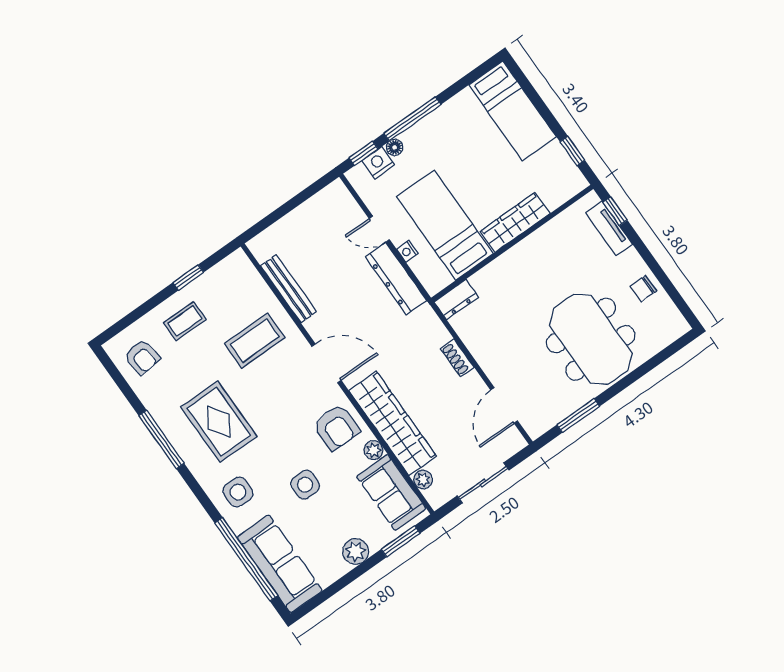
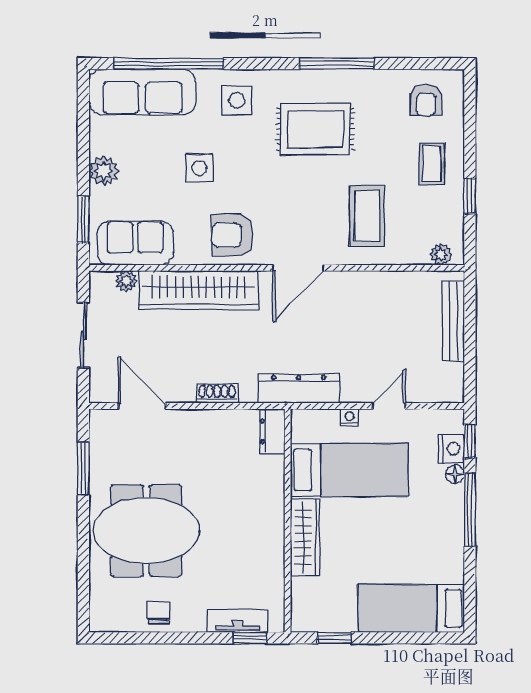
dresser: (396, 279) -> (299, 389), moved
bench: (289, 289) -> (453, 321), moved, turned 90
armchair: (142, 357) -> (426, 100), turned -83
plant: (373, 450) -> (441, 254), moved

